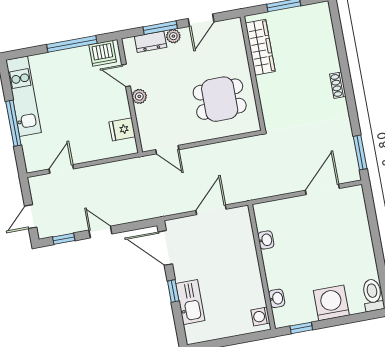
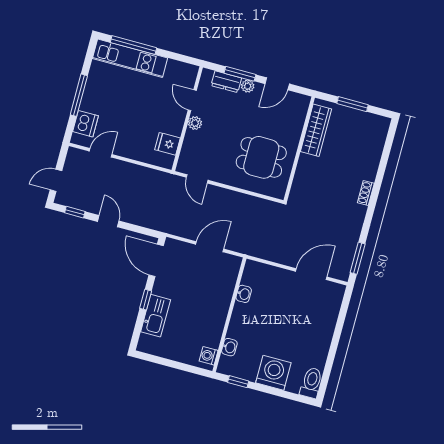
window: (72, 44) -> (134, 45), moved
dishwasher: (103, 53) -> (85, 124), moved, turned -90
kitchen unit: (23, 96) -> (130, 58), moved, turned 90

